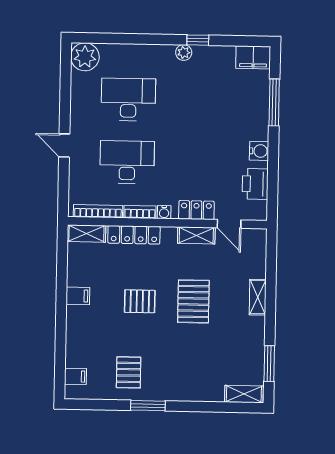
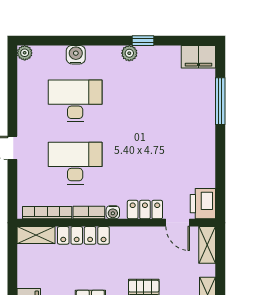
plant: (85, 57) -> (25, 53), width x0.53, depth x0.53
water cooler: (259, 151) -> (76, 55), moved, turned -90
printer: (255, 184) -> (203, 204), moved
shelving: (196, 235) -> (207, 245), moved, turned 90

